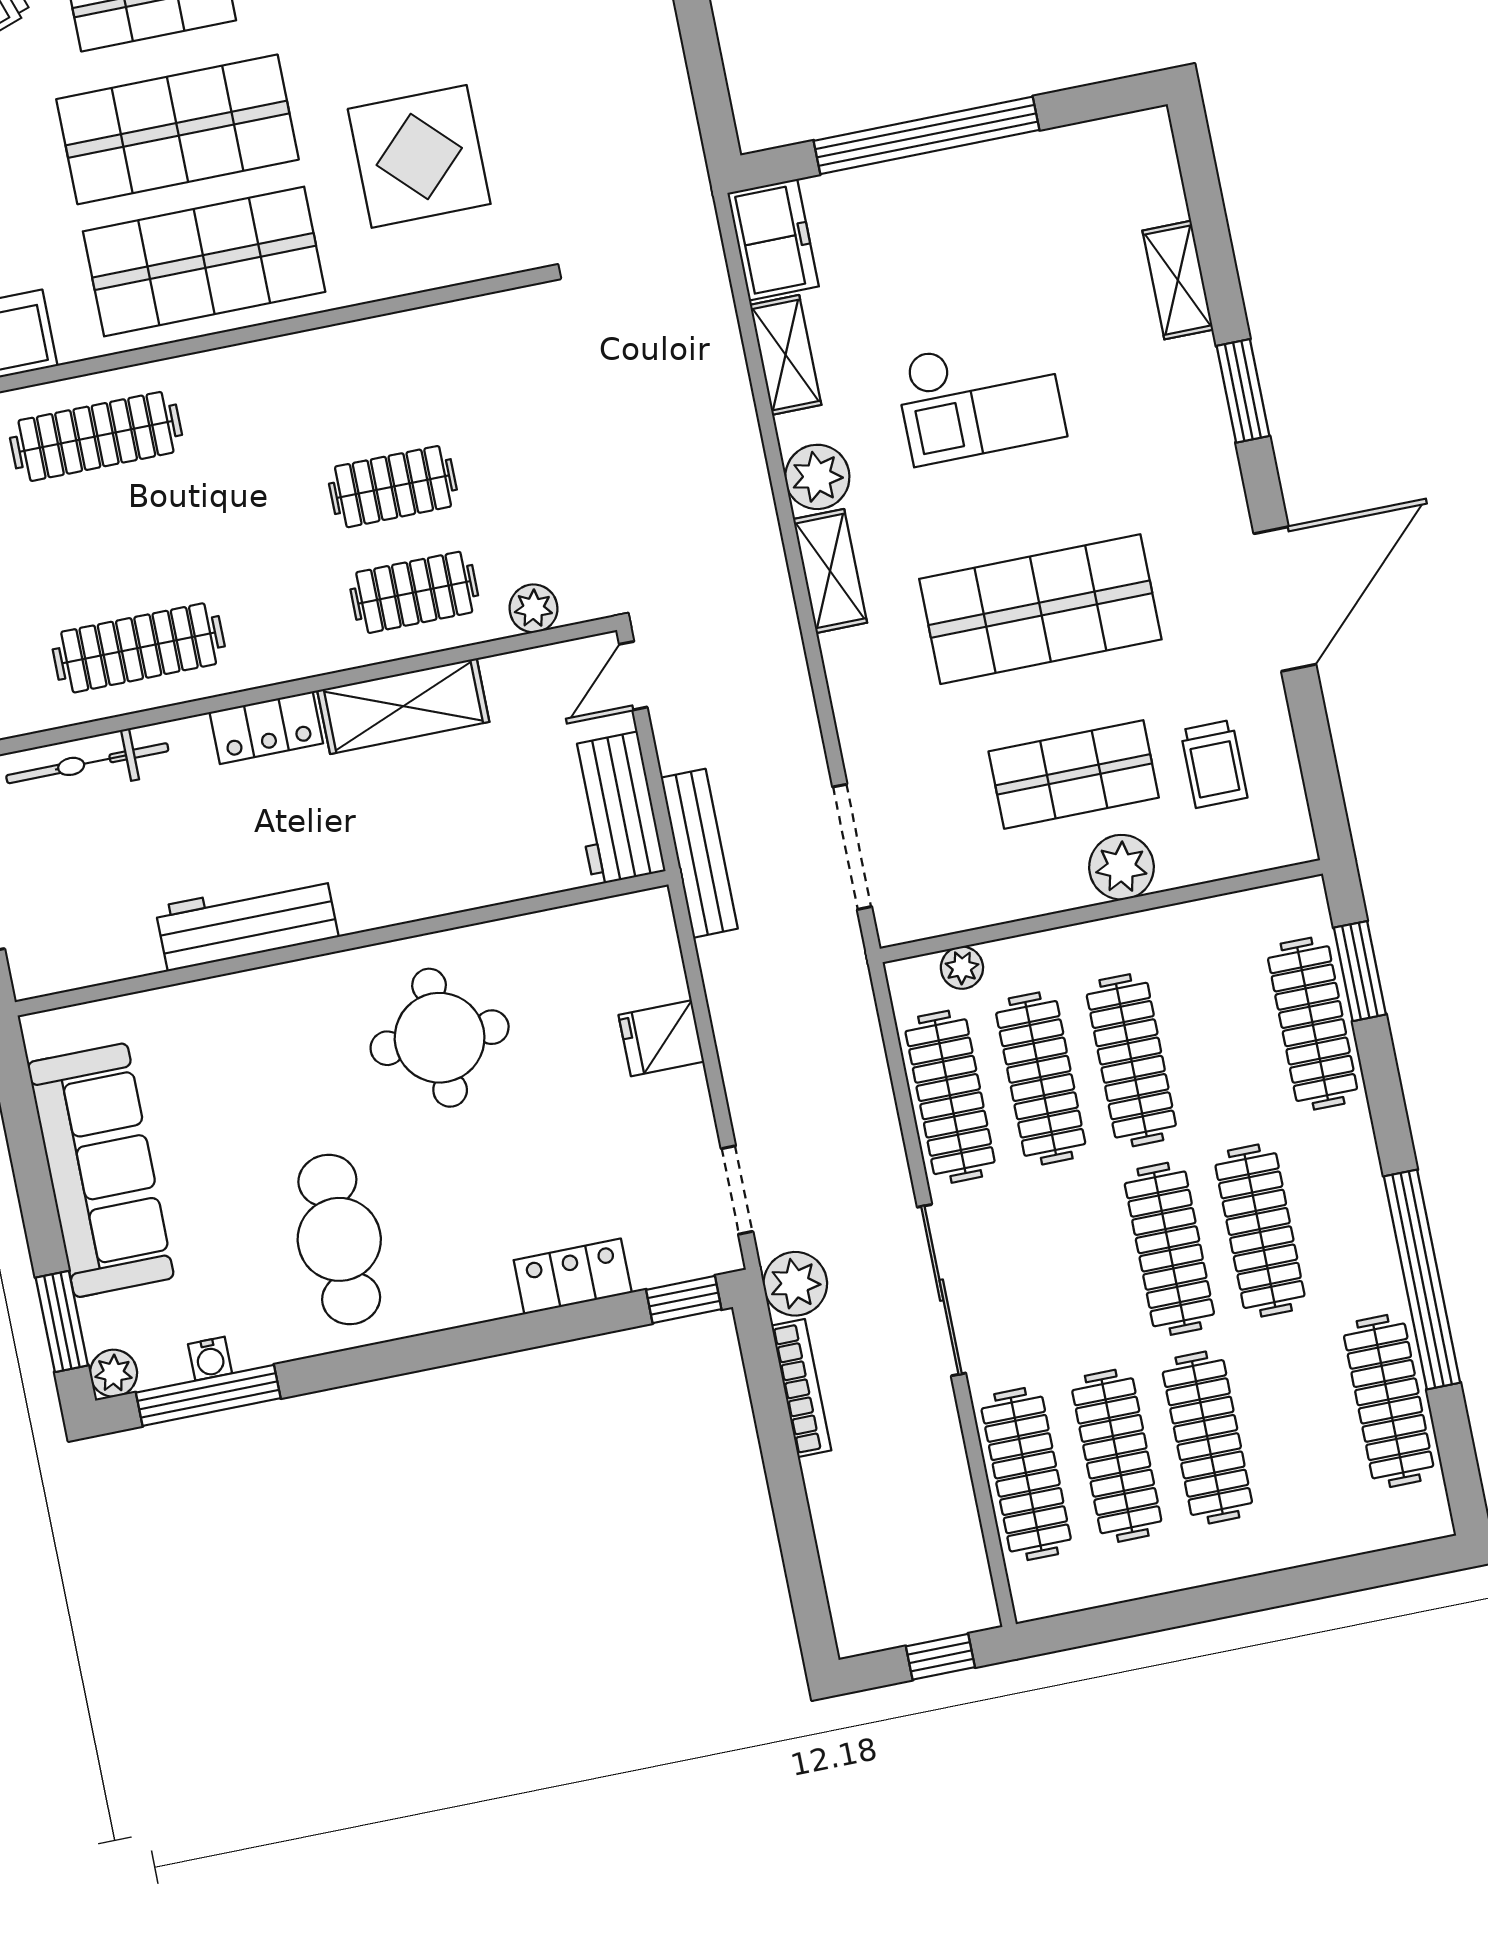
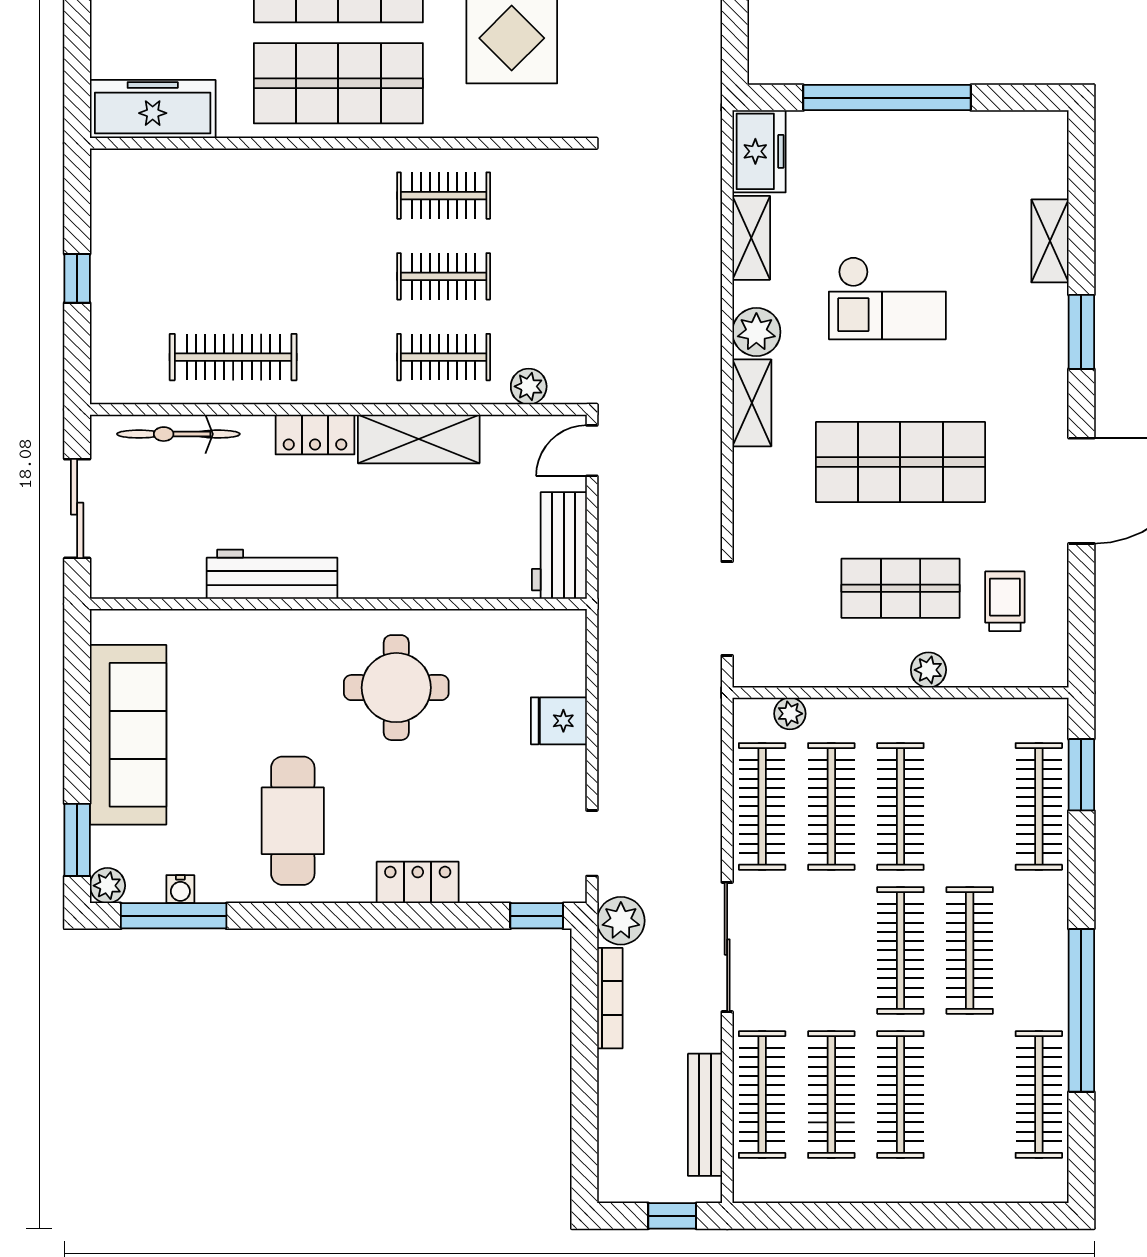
clothes rail: (96, 436) -> (444, 196), moved, width x0.73
trolley: (1214, 764) -> (1005, 601), turned 180
bench: (699, 853) -> (705, 1115), moved
plant: (1121, 867) -> (928, 670), width x0.73, depth x0.73
locker: (573, 1276) -> (418, 882), moved

